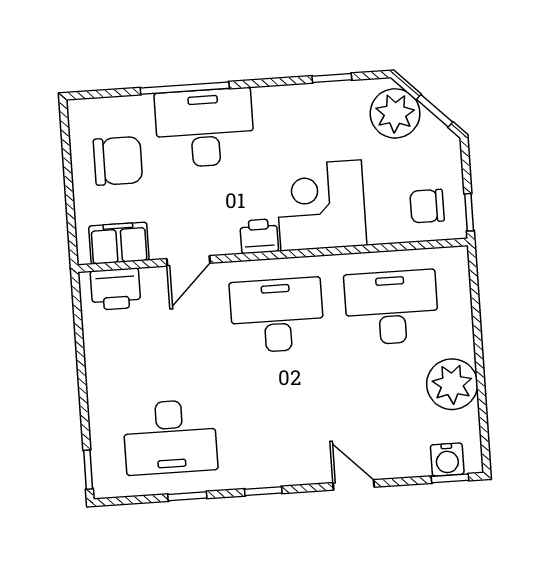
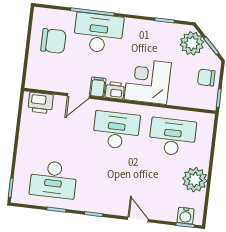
chair: (427, 206) -> (206, 78), moved
filing cabinet: (119, 243) -> (98, 87), moved, width x0.50

